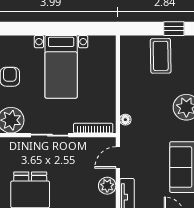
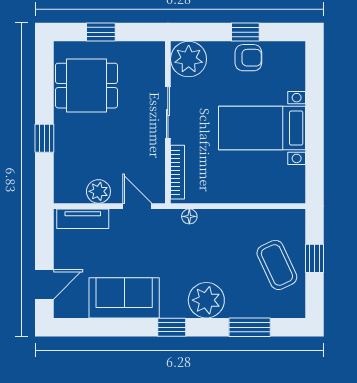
window: (174, 29) -> (314, 258), moved
coffee table: (161, 56) -> (277, 265), turned 66

